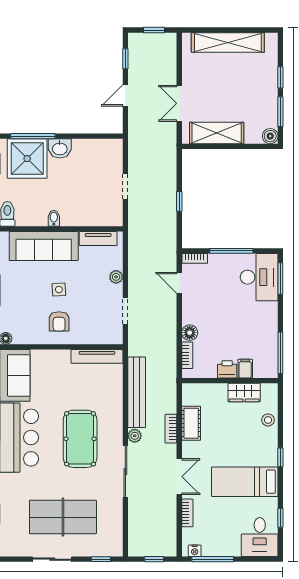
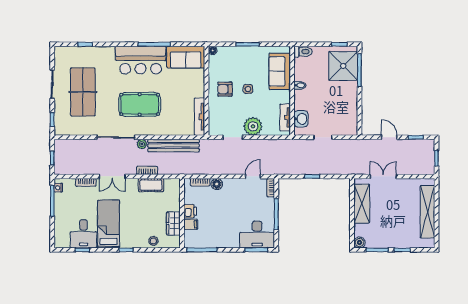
washbasin: (60, 148) -> (301, 119), moved, turned 180
sofa: (44, 246) -> (280, 71), width x0.73
plant: (116, 277) -> (253, 126), width x1.87, depth x1.87
desk: (260, 537) -> (83, 234), moved, turned -90

